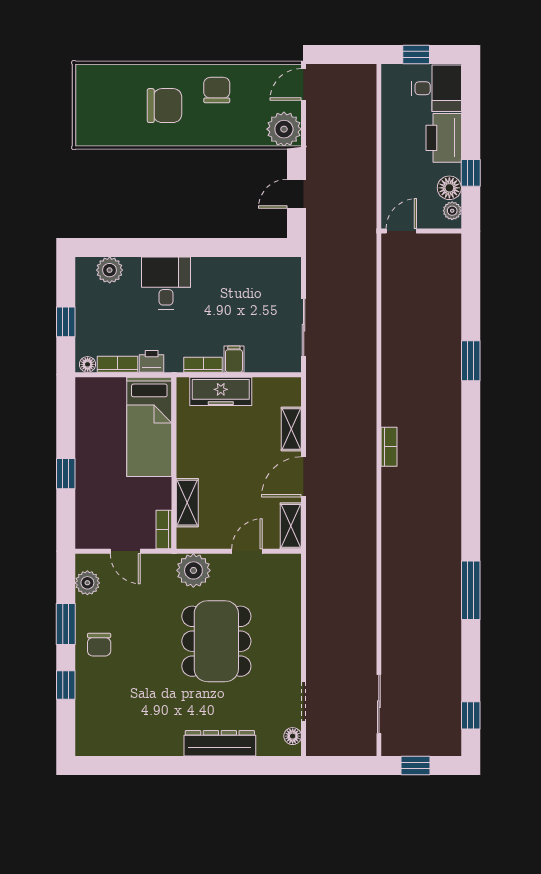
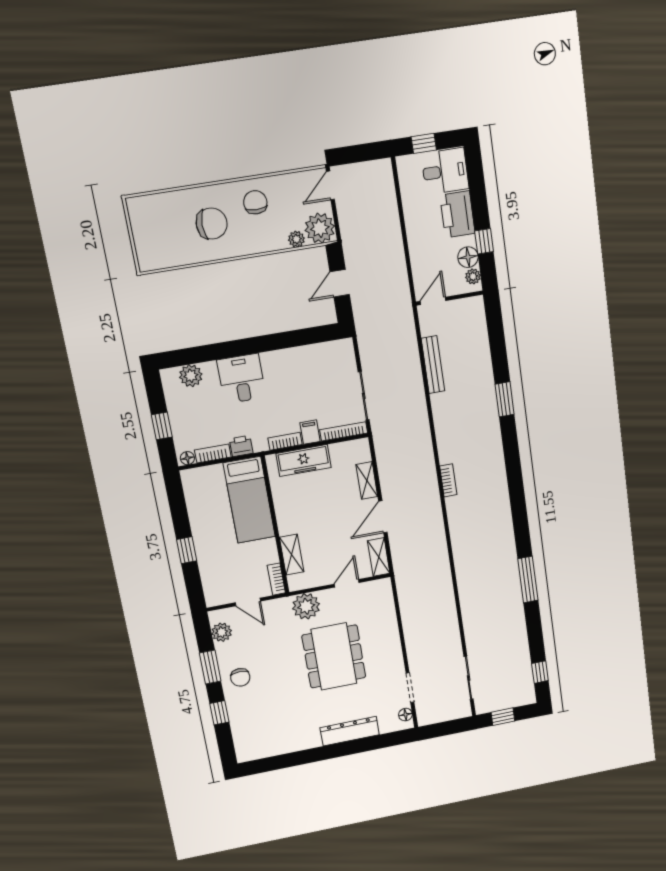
plant: (256, 137) -> (296, 239), added
bench: (391, 305) -> (433, 365), added
bookcase: (273, 365) -> (344, 431), added

